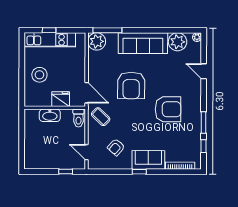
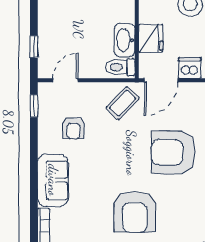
dishwasher: (79, 75) -> (190, 68), added
washbasin: (50, 115) -> (125, 40), moved
armchair: (116, 147) -> (73, 128), turned -132
window: (139, 172) -> (34, 106), moved

